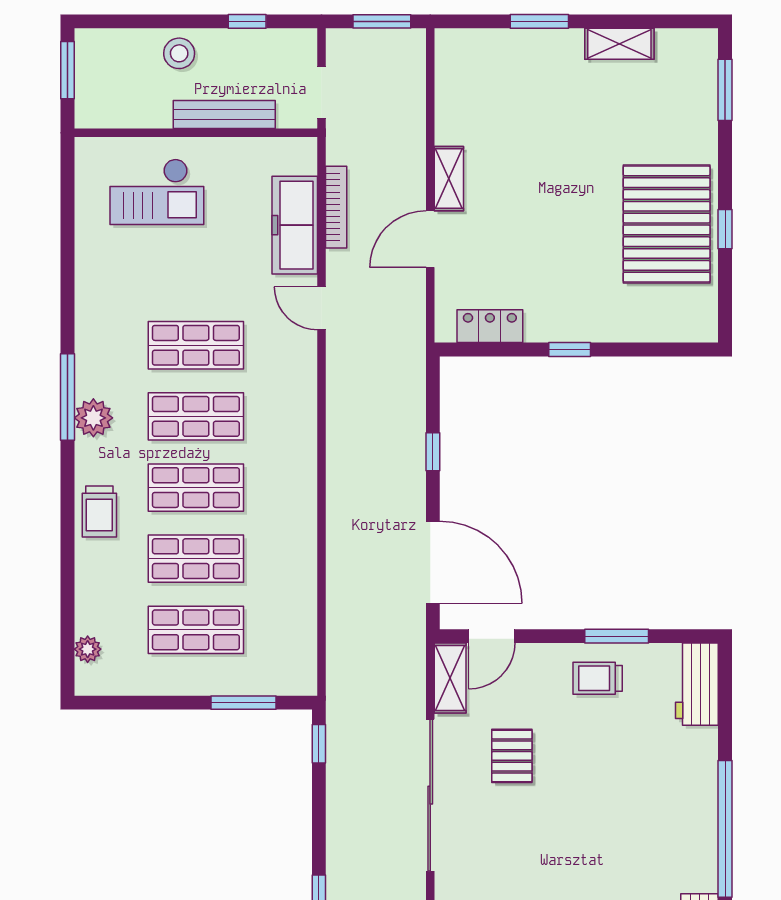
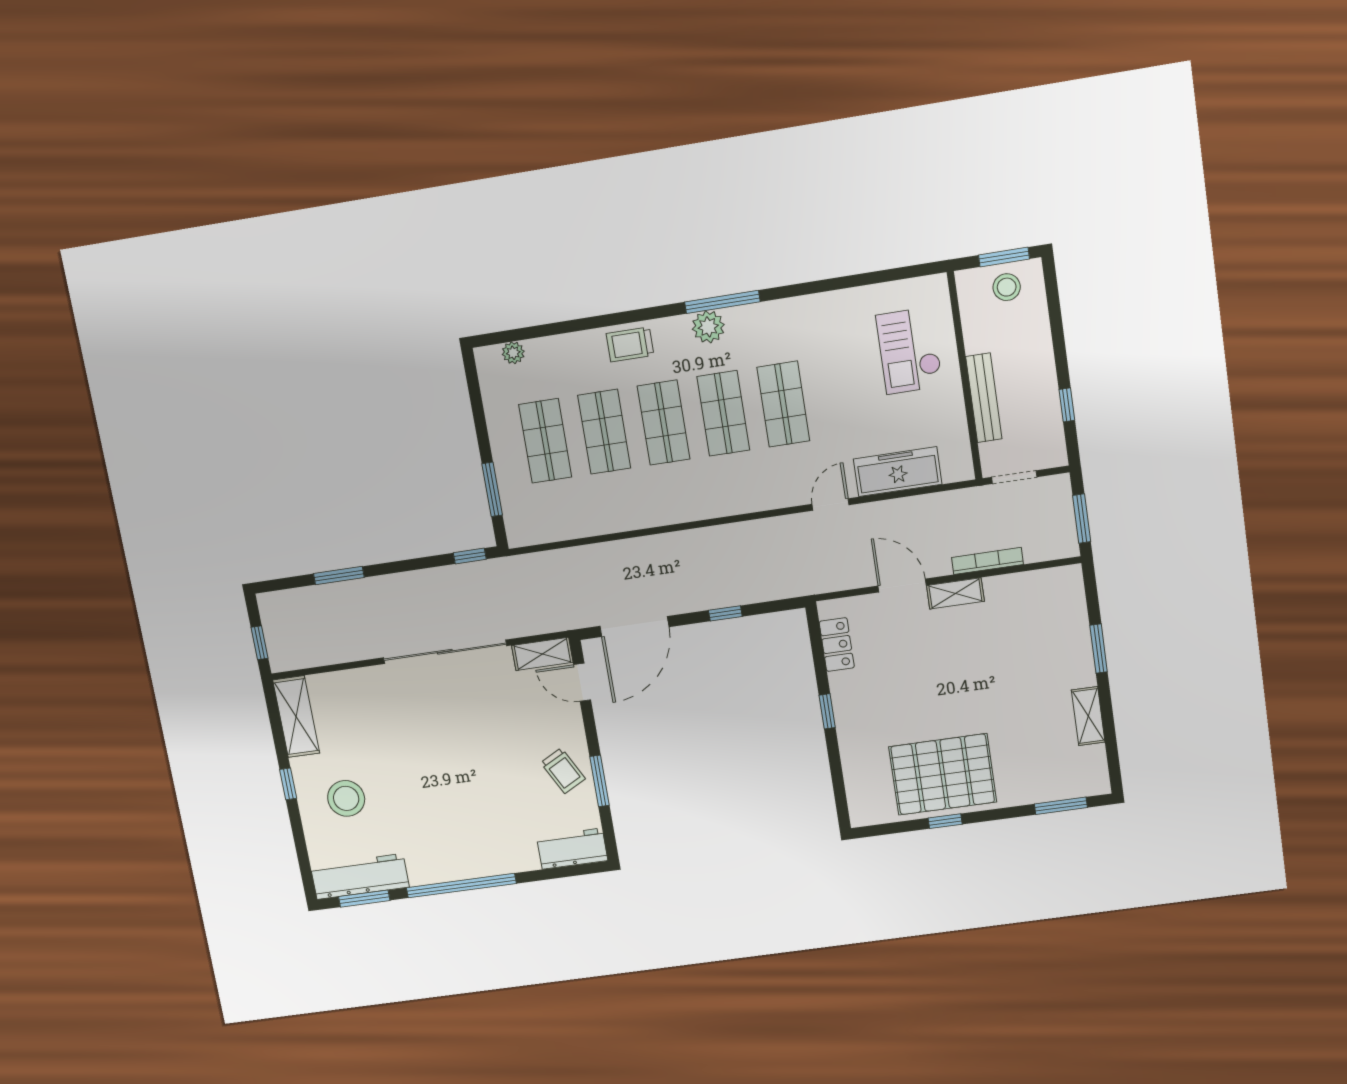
stool: (179, 53) -> (1007, 287), moved
bookcase: (336, 207) -> (987, 561), moved, turned 180
trolley: (598, 678) -> (563, 771), turned 152
pallet: (512, 756) -> (488, 712), removed

